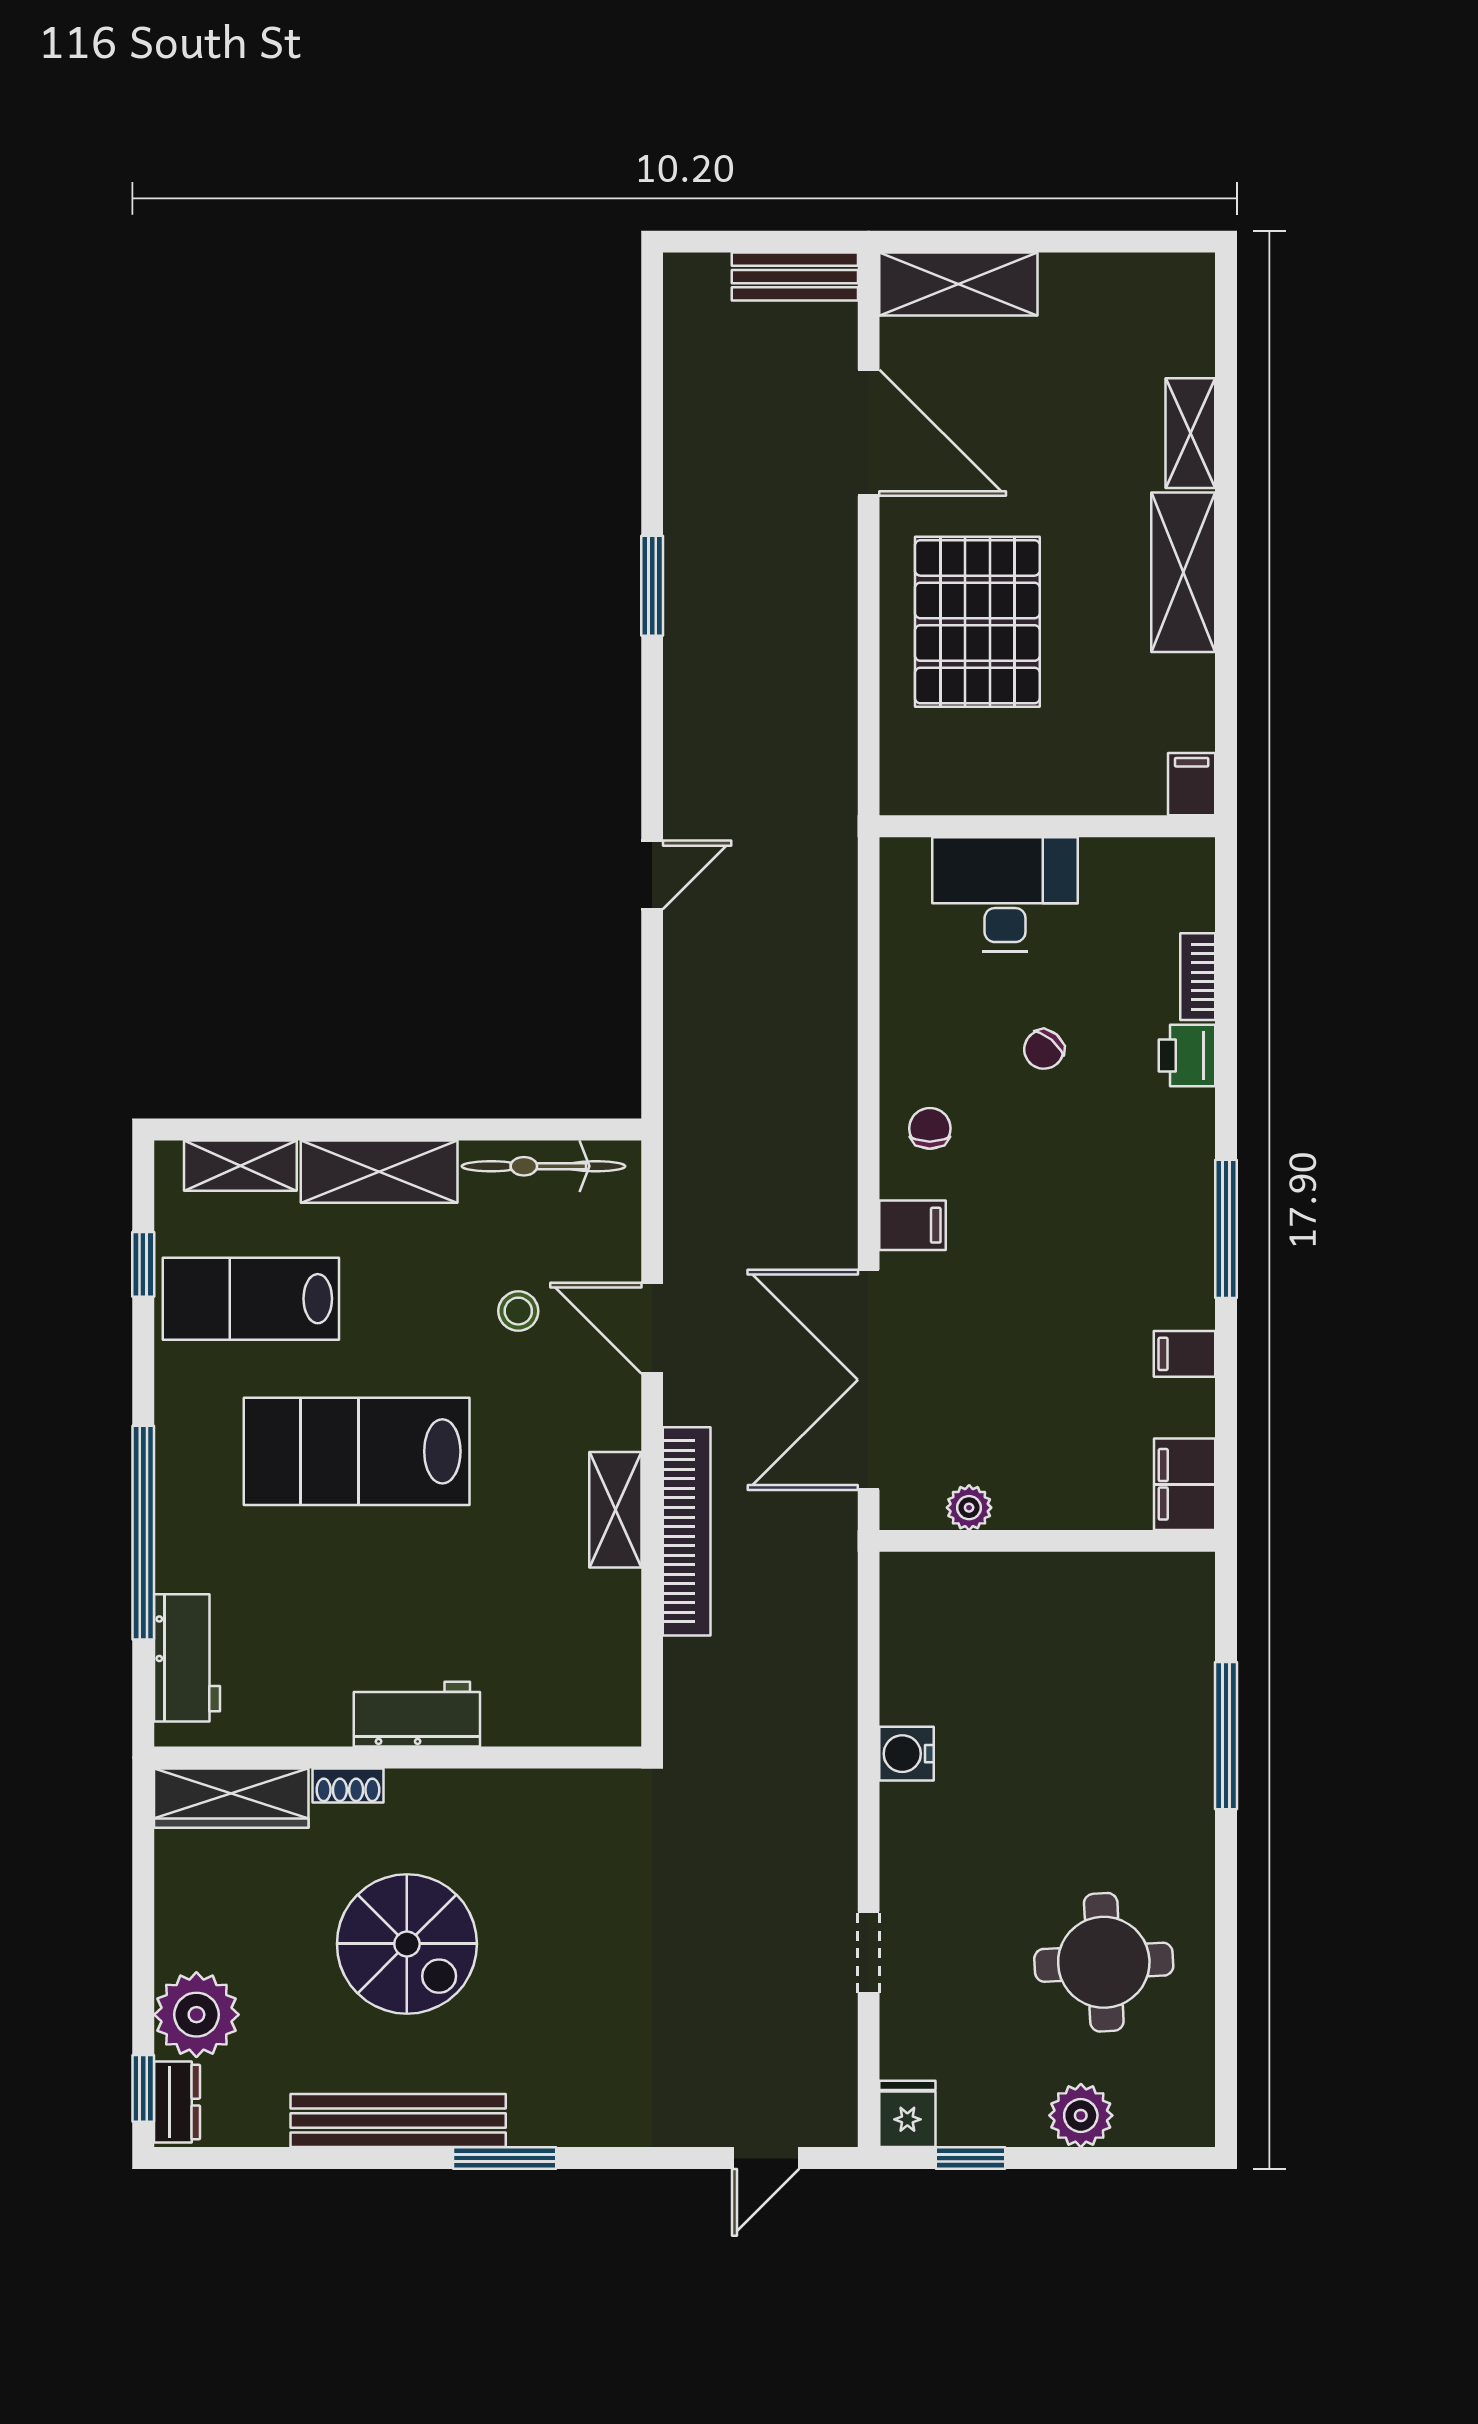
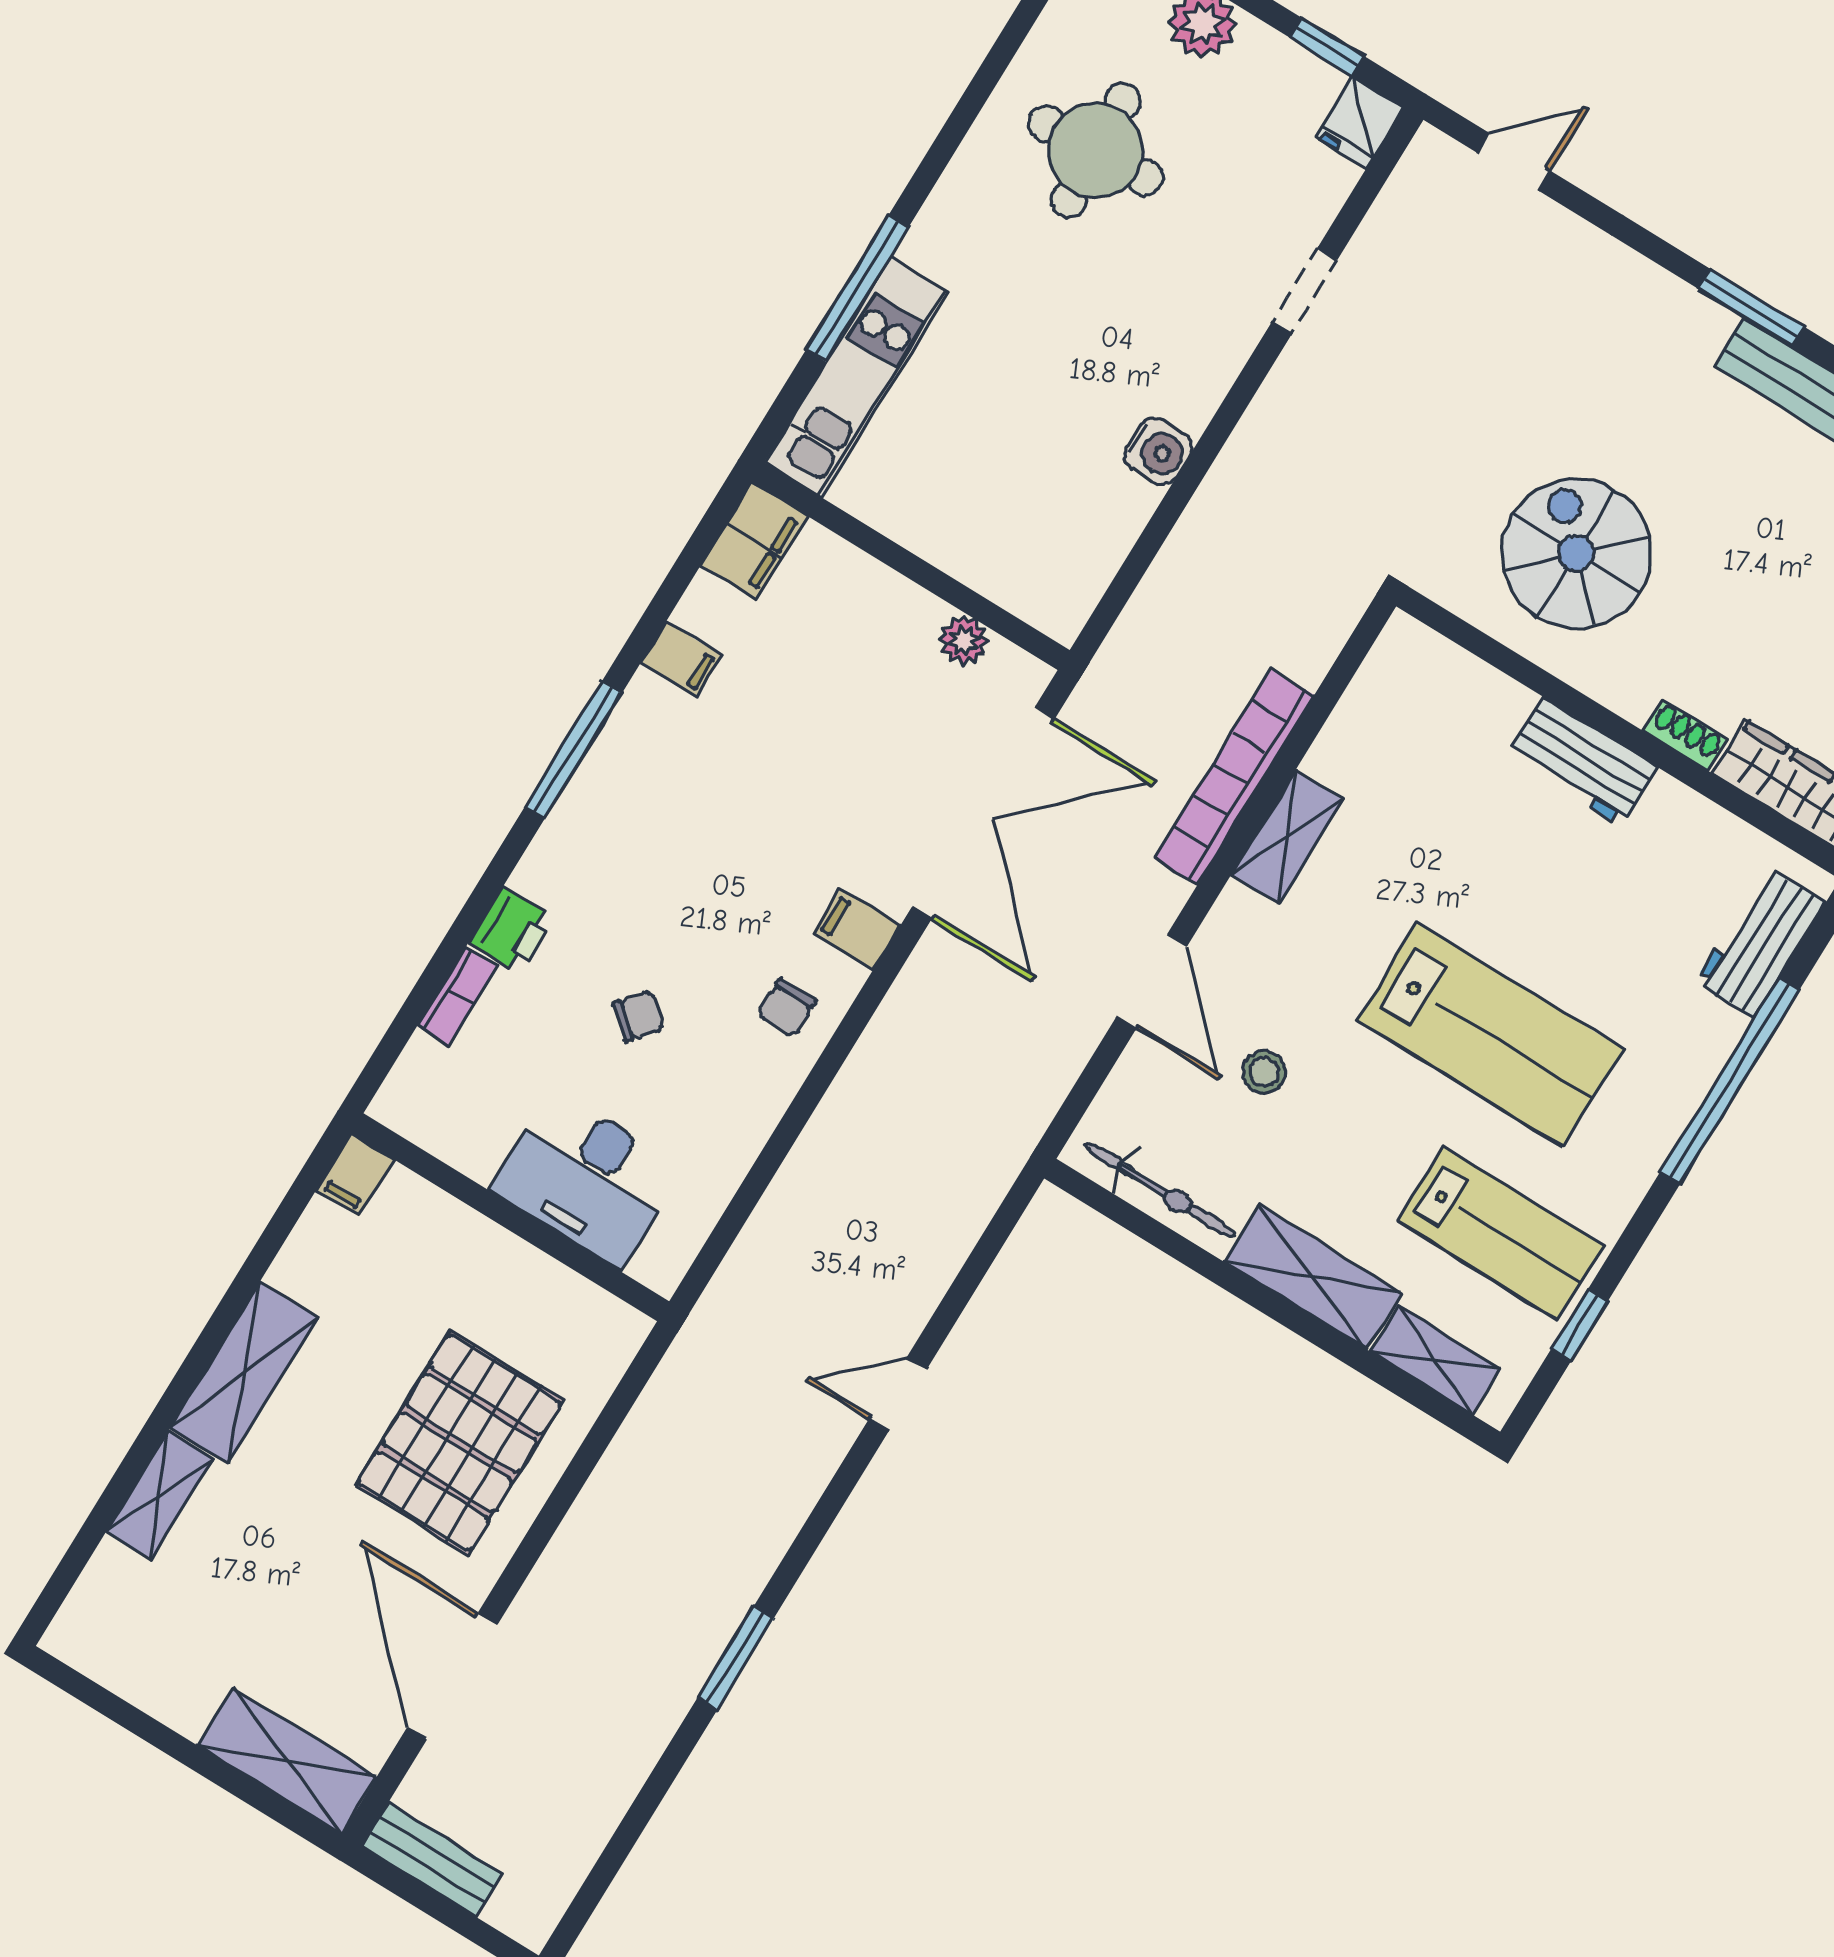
kitchen unit: (1183, 1664) -> (856, 377), added
spiral stairs: (407, 1944) -> (1576, 553), moved

